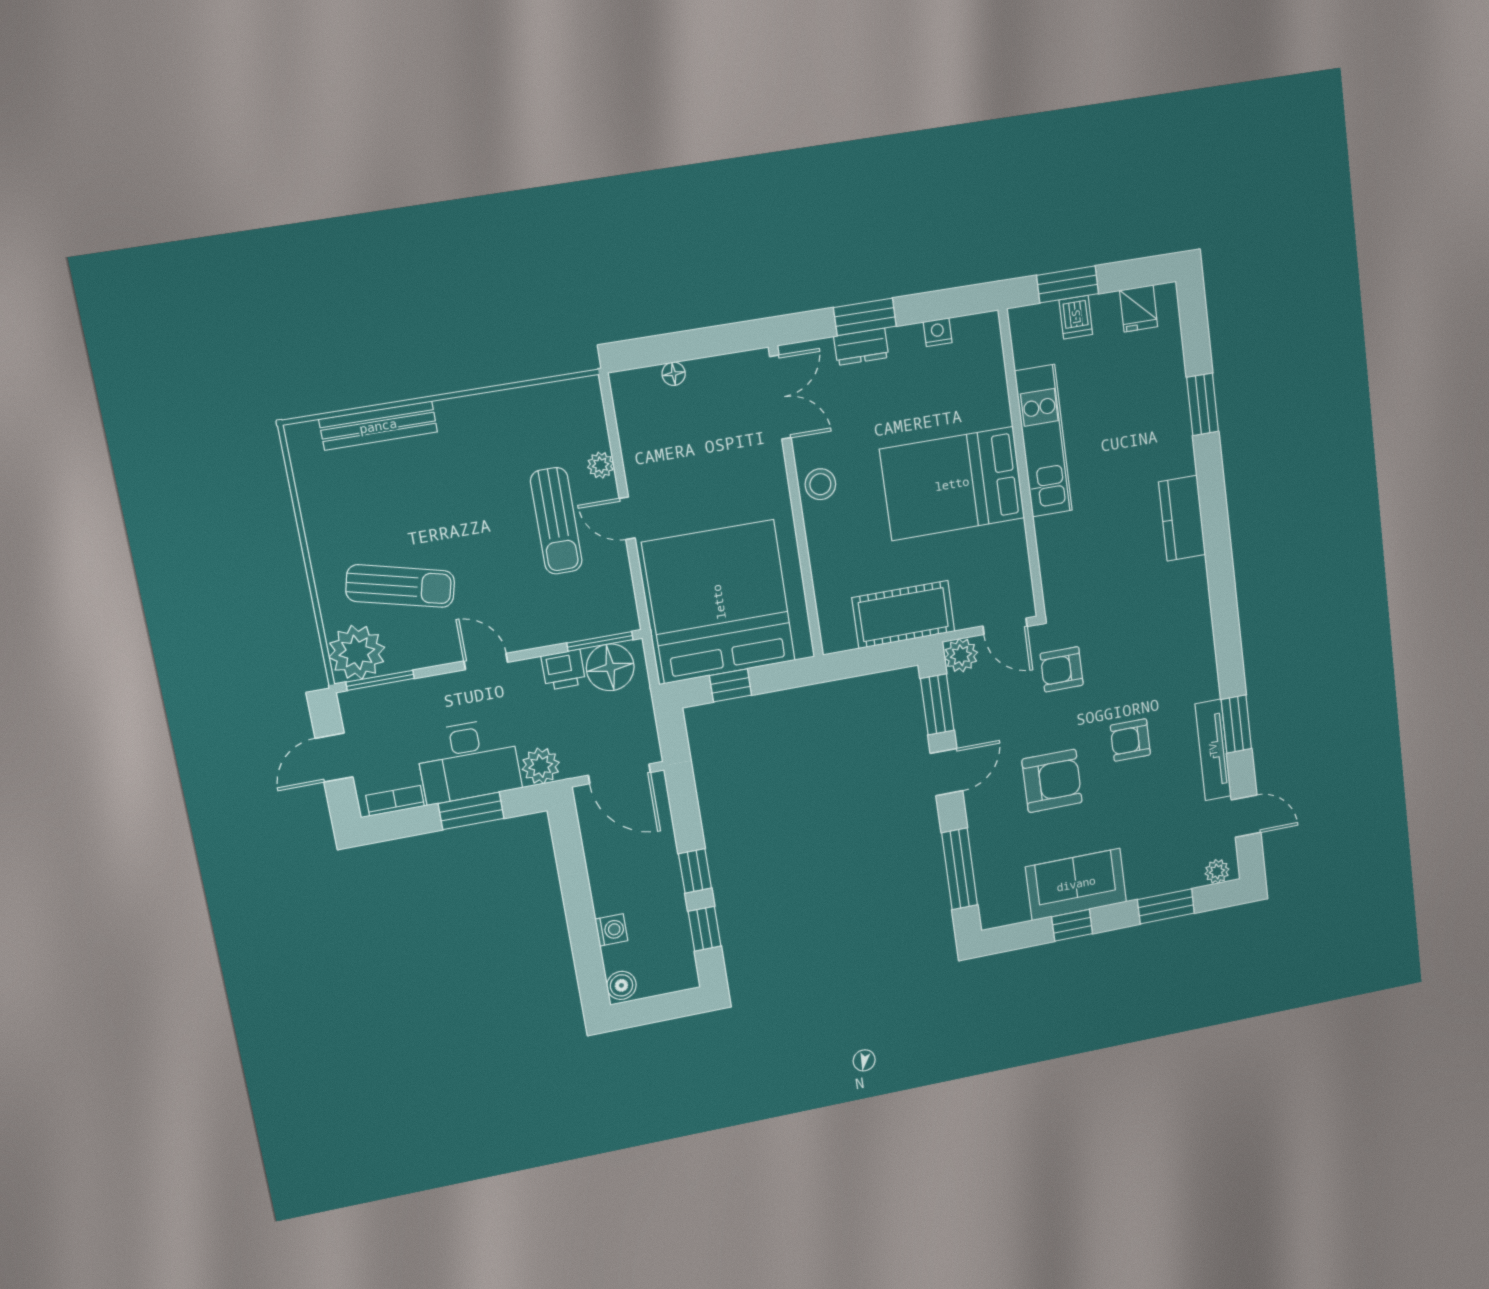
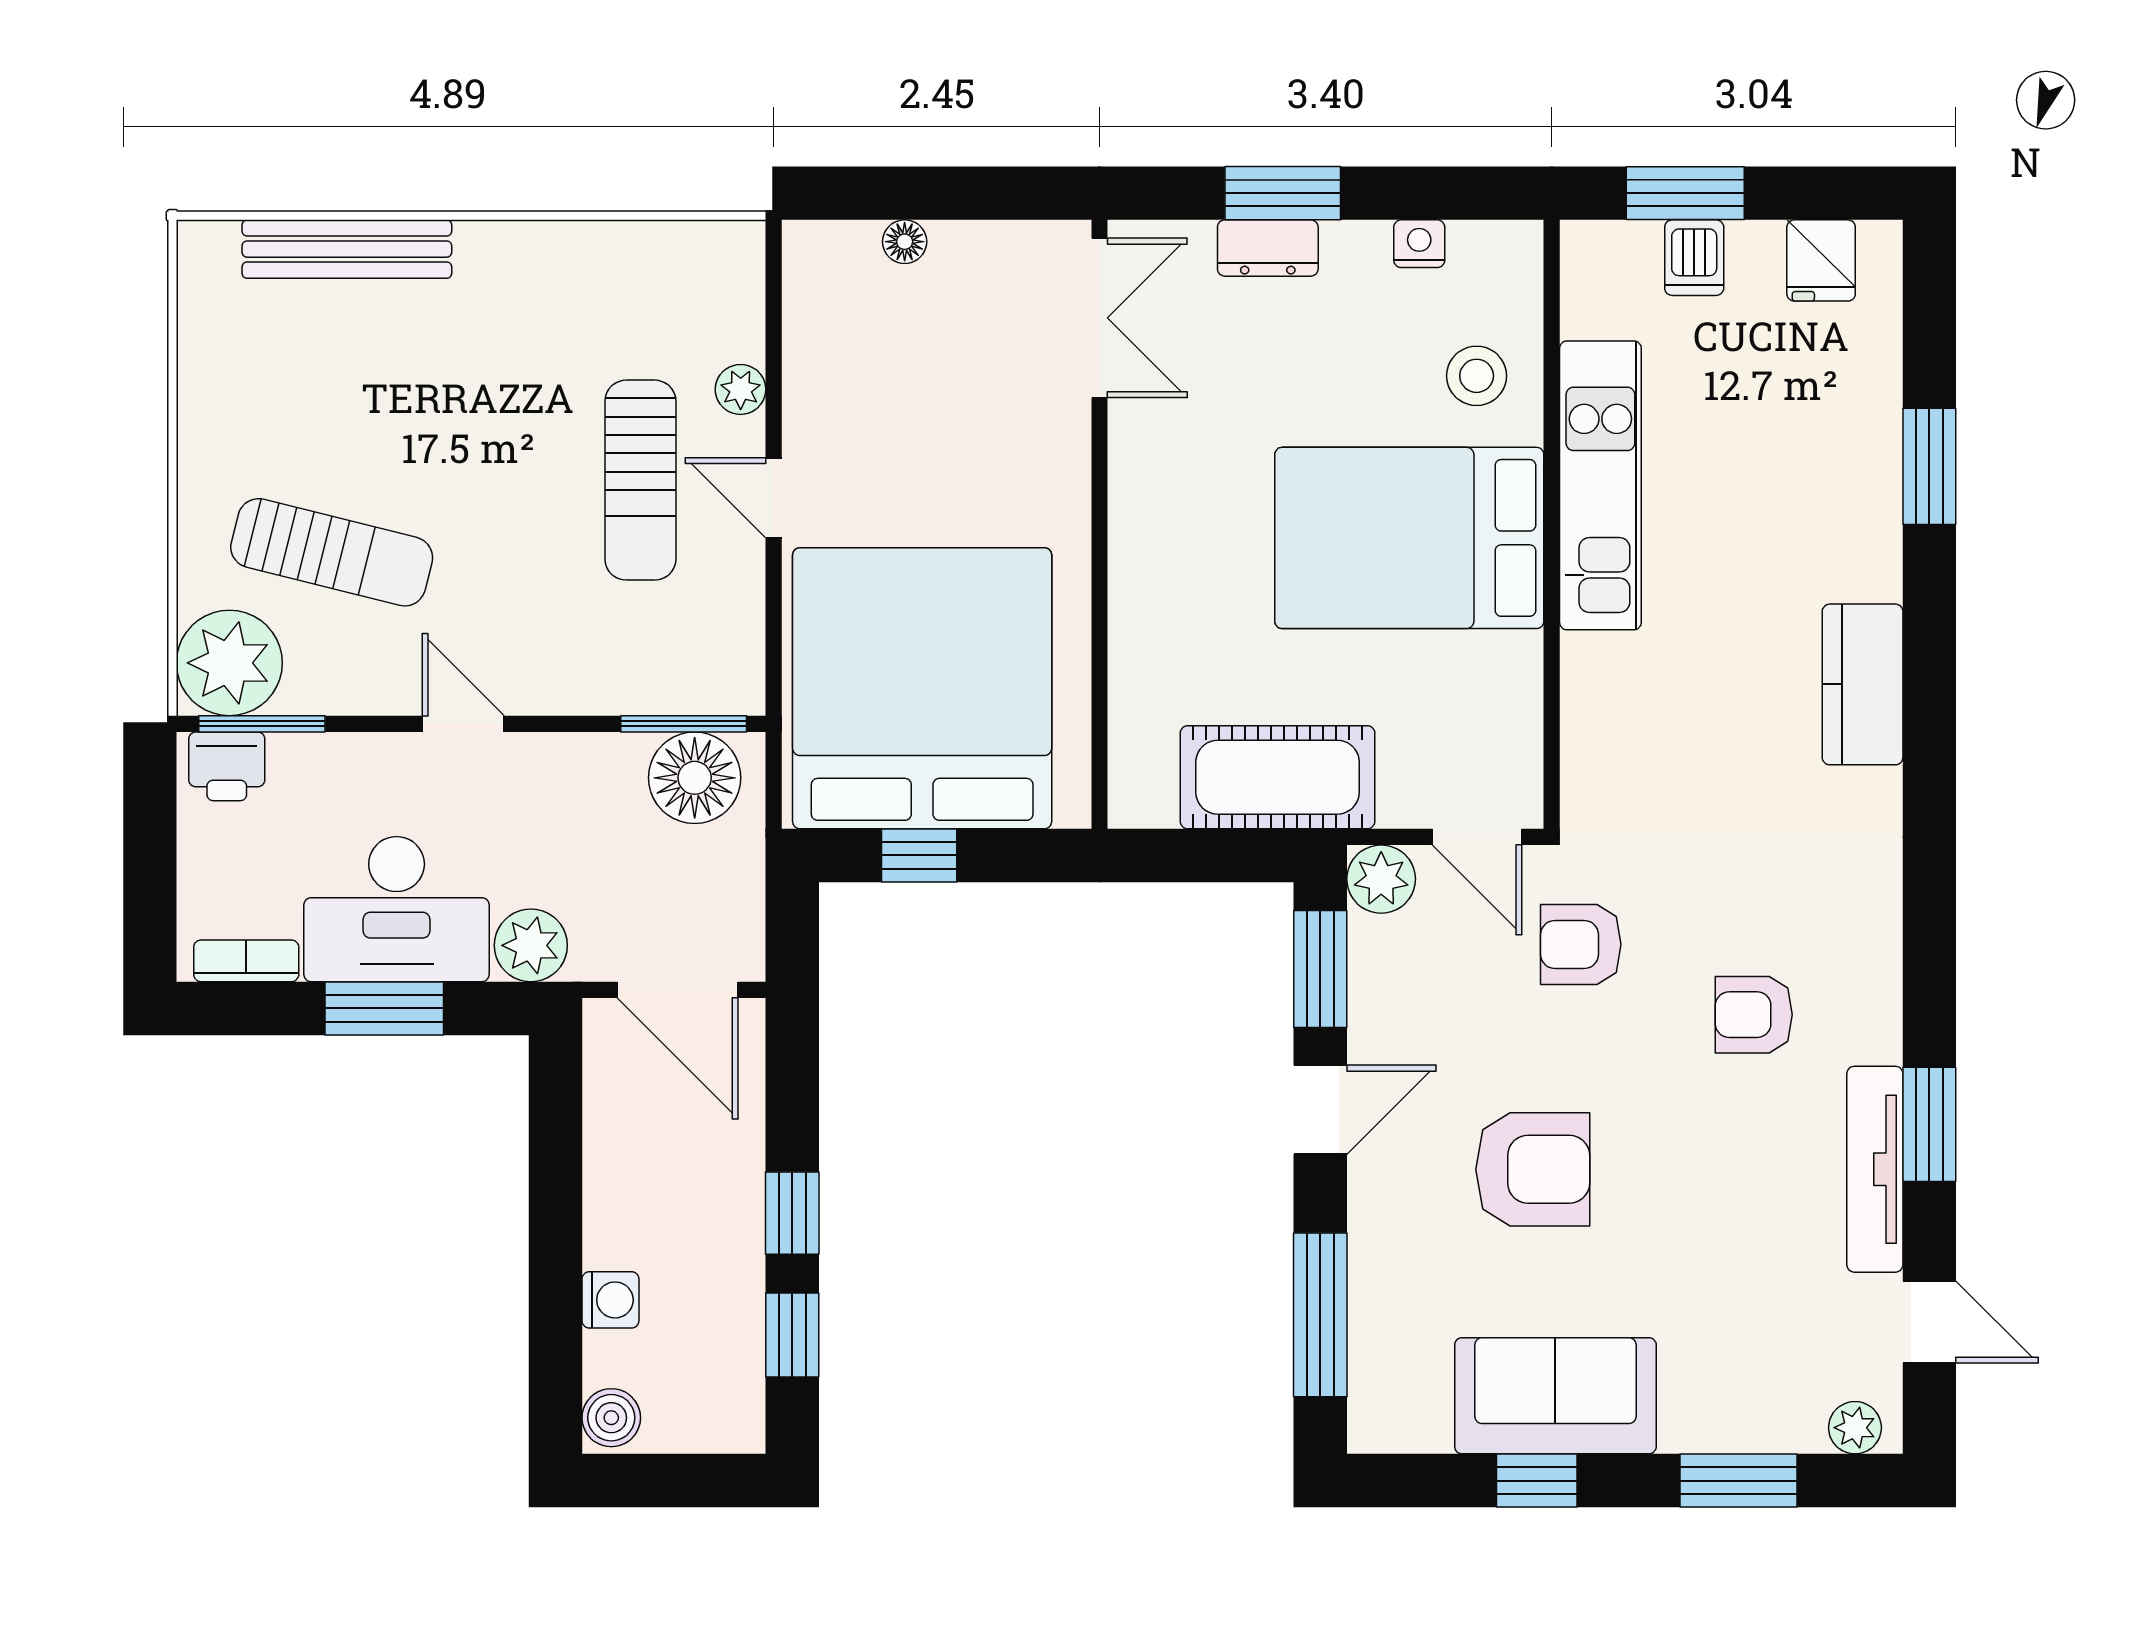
stool: (820, 484) -> (1477, 376), moved
printer: (563, 670) -> (227, 766), moved
armchair: (1130, 740) -> (1754, 1015), moved
door: (334, 758) -> (150, 856), removed

